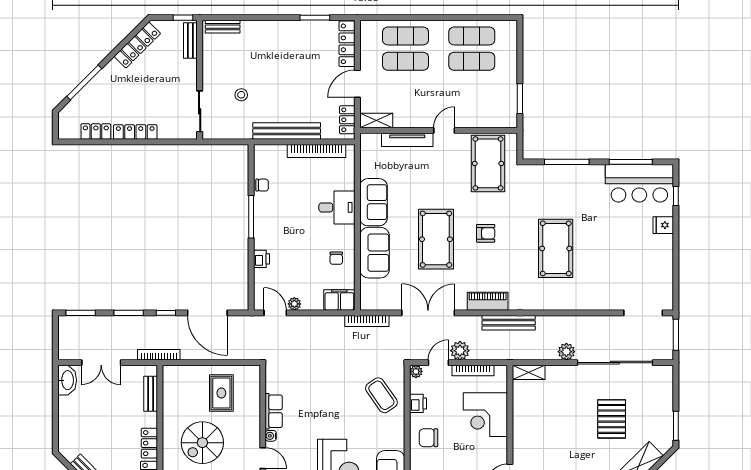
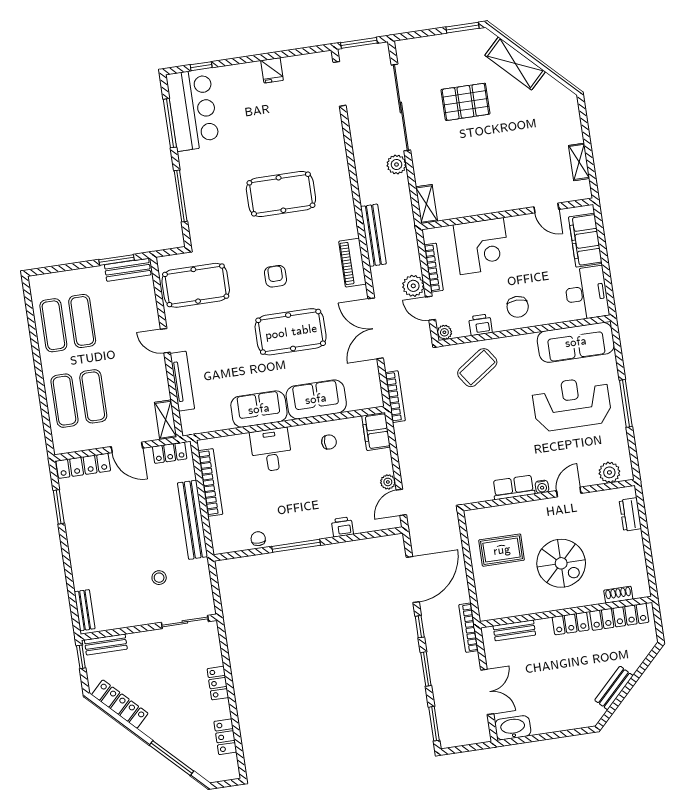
bench: (510, 107) -> (128, 270), added
locker: (135, 132) -> (218, 683), width x0.66
fridge: (663, 225) -> (272, 70), moved

